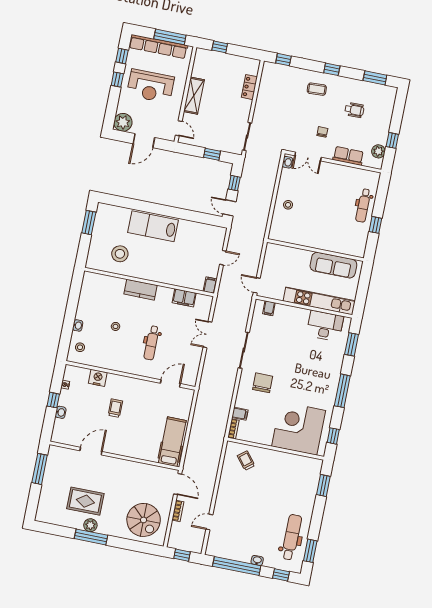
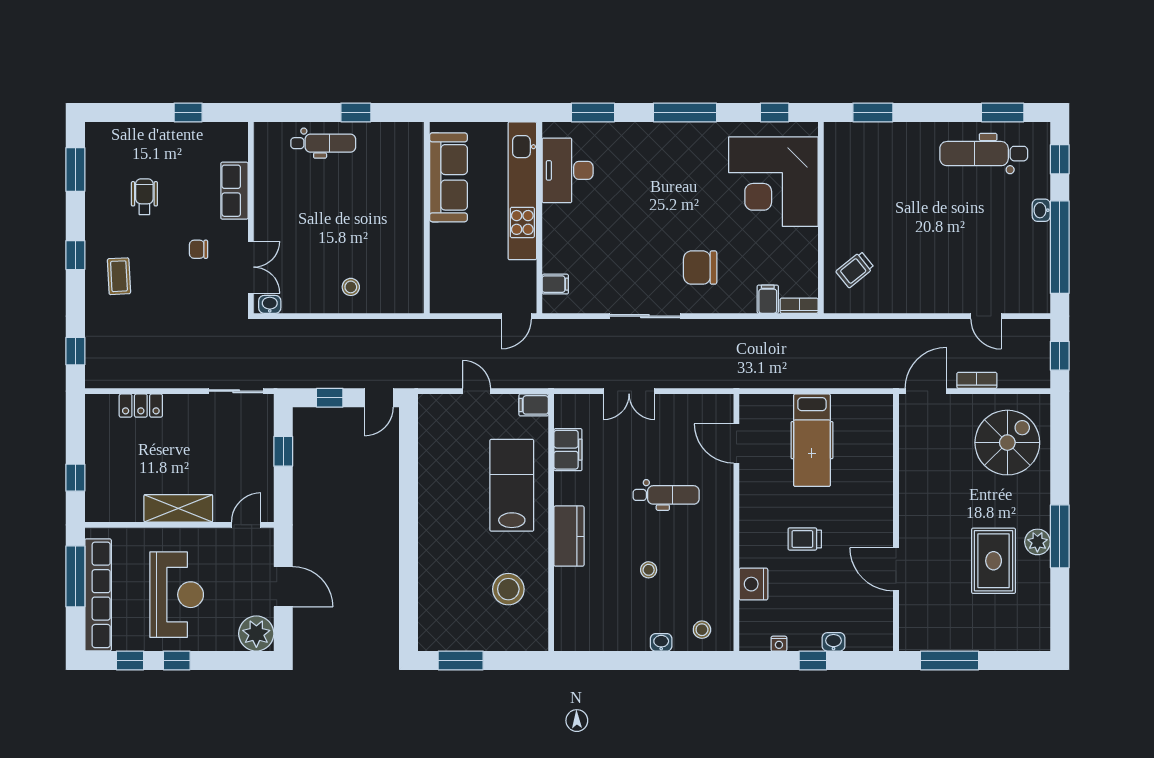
plant: (378, 151) -> (214, 135), removed
lab bench: (153, 226) -> (512, 485), moved, turned 180
hospital bed: (172, 442) -> (812, 440), moved, turned -90

